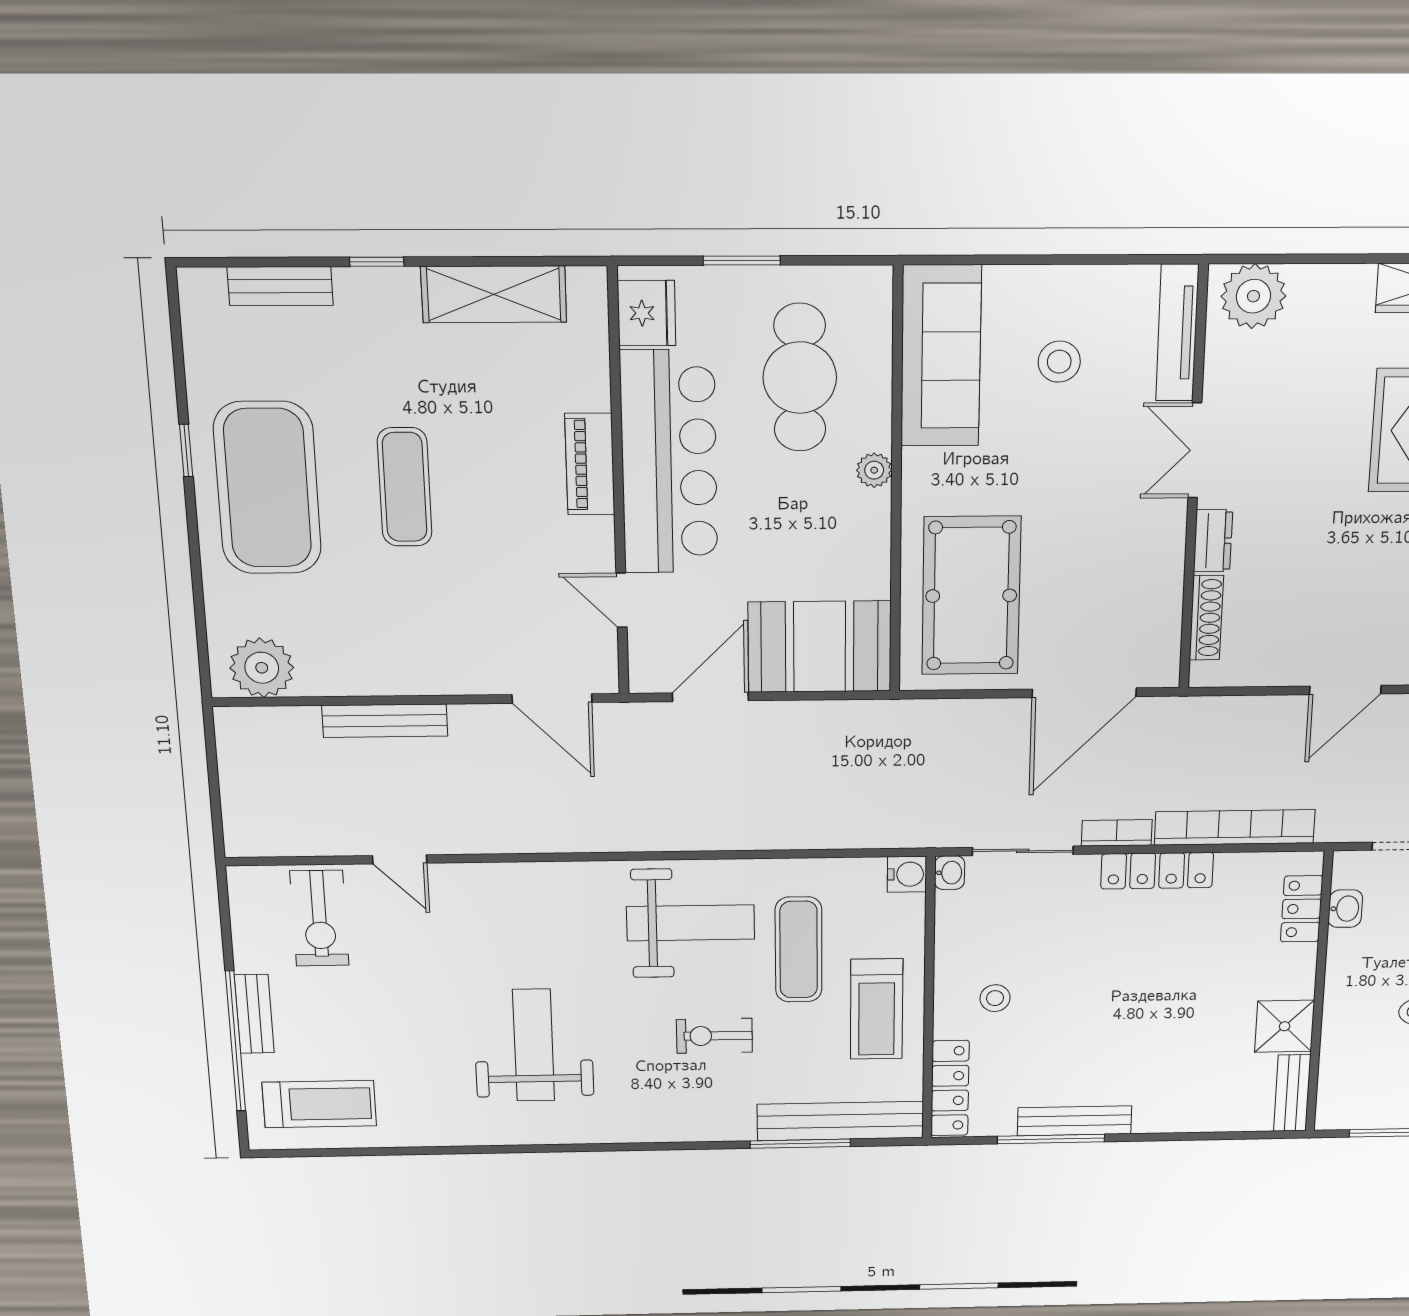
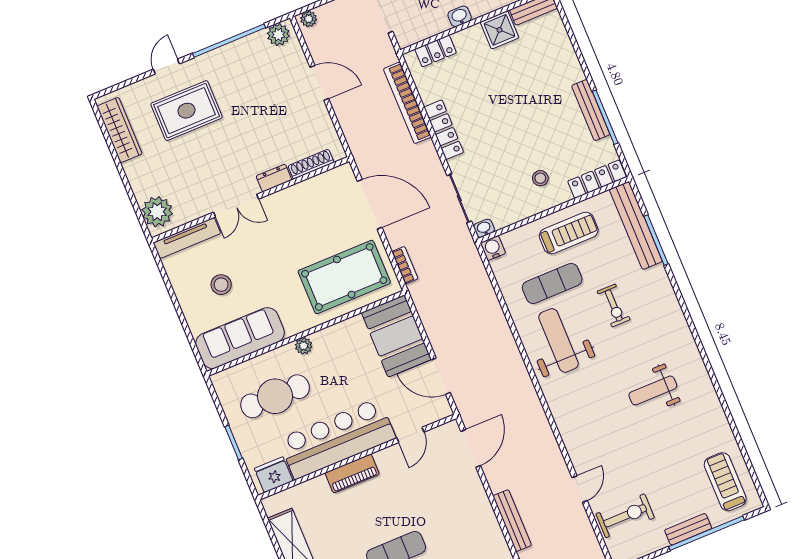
bookcase: (1117, 833) -> (405, 265), moved, turned 180
washbasin: (1345, 909) -> (460, 16), moved
weight bench: (534, 1045) -> (653, 390), width x0.73, depth x0.75

